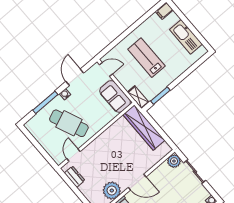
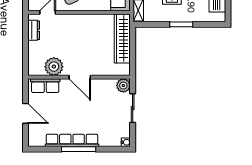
window: (160, 96) -> (181, 24), moved

